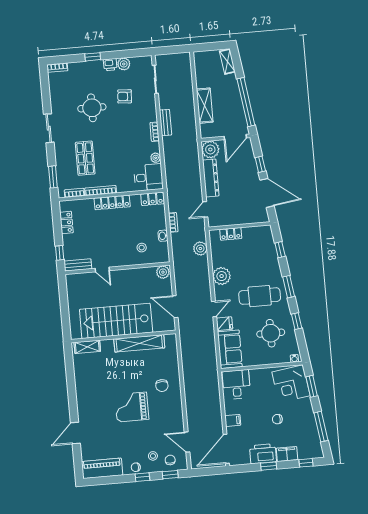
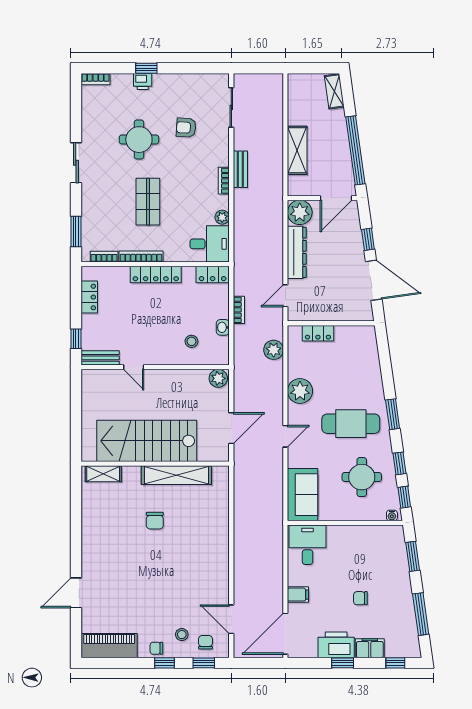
plant: (124, 64) -> (189, 82), removed
printer: (110, 65) -> (143, 81), moved
shop shelf: (85, 158) -> (148, 202), moved
window: (280, 250) -> (404, 497), moved
door: (175, 307) -> (231, 428), swing flipped
fridge: (224, 324) -> (298, 458), removed
corner desk: (291, 384) -> (384, 550), removed
chair: (162, 386) -> (155, 521), moved
grand piano: (132, 407) -> (158, 563), removed

